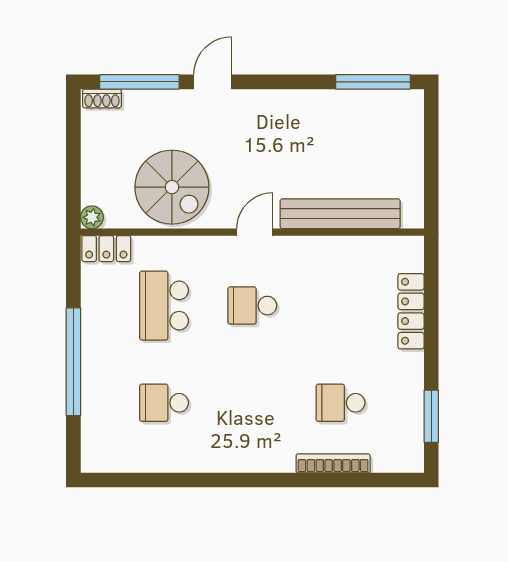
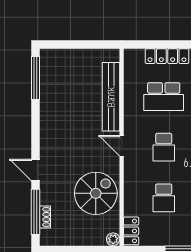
shoe rack: (102, 98) -> (45, 217), moved
school desk: (164, 306) -> (164, 198), width x0.54
school desk: (340, 306) -> (164, 97), added

